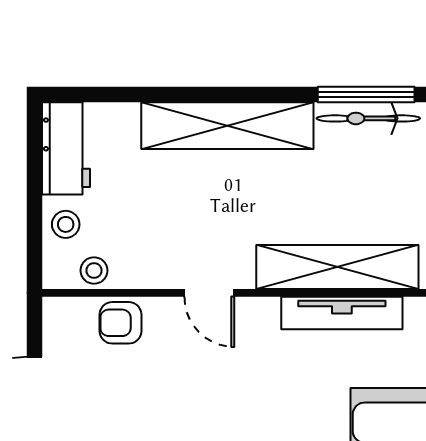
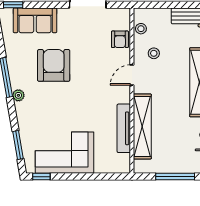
stool: (66, 224) -> (154, 53), moved
armchair: (121, 323) -> (120, 39), turned 180

